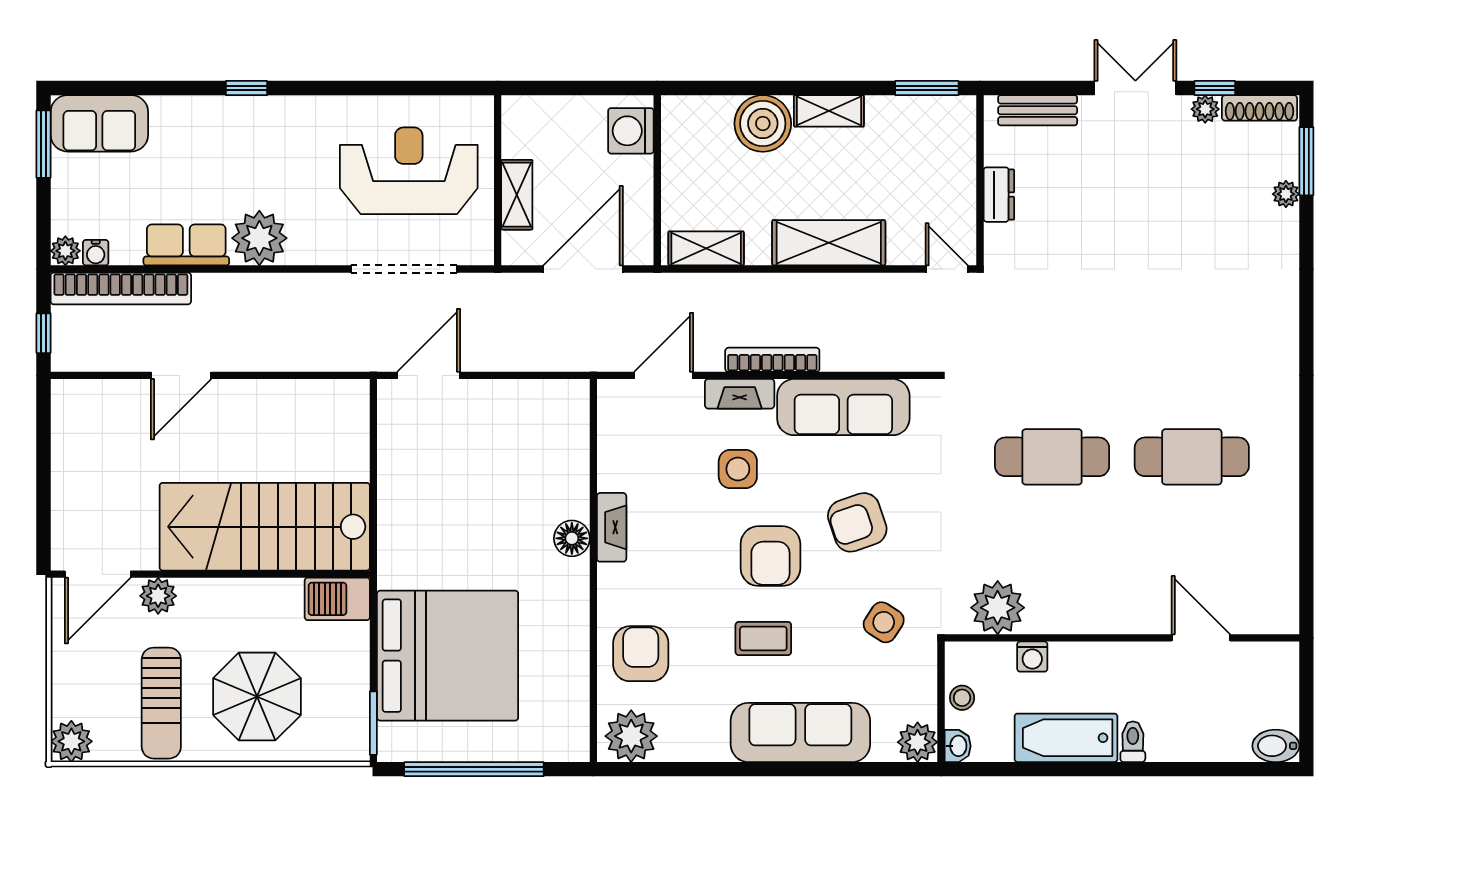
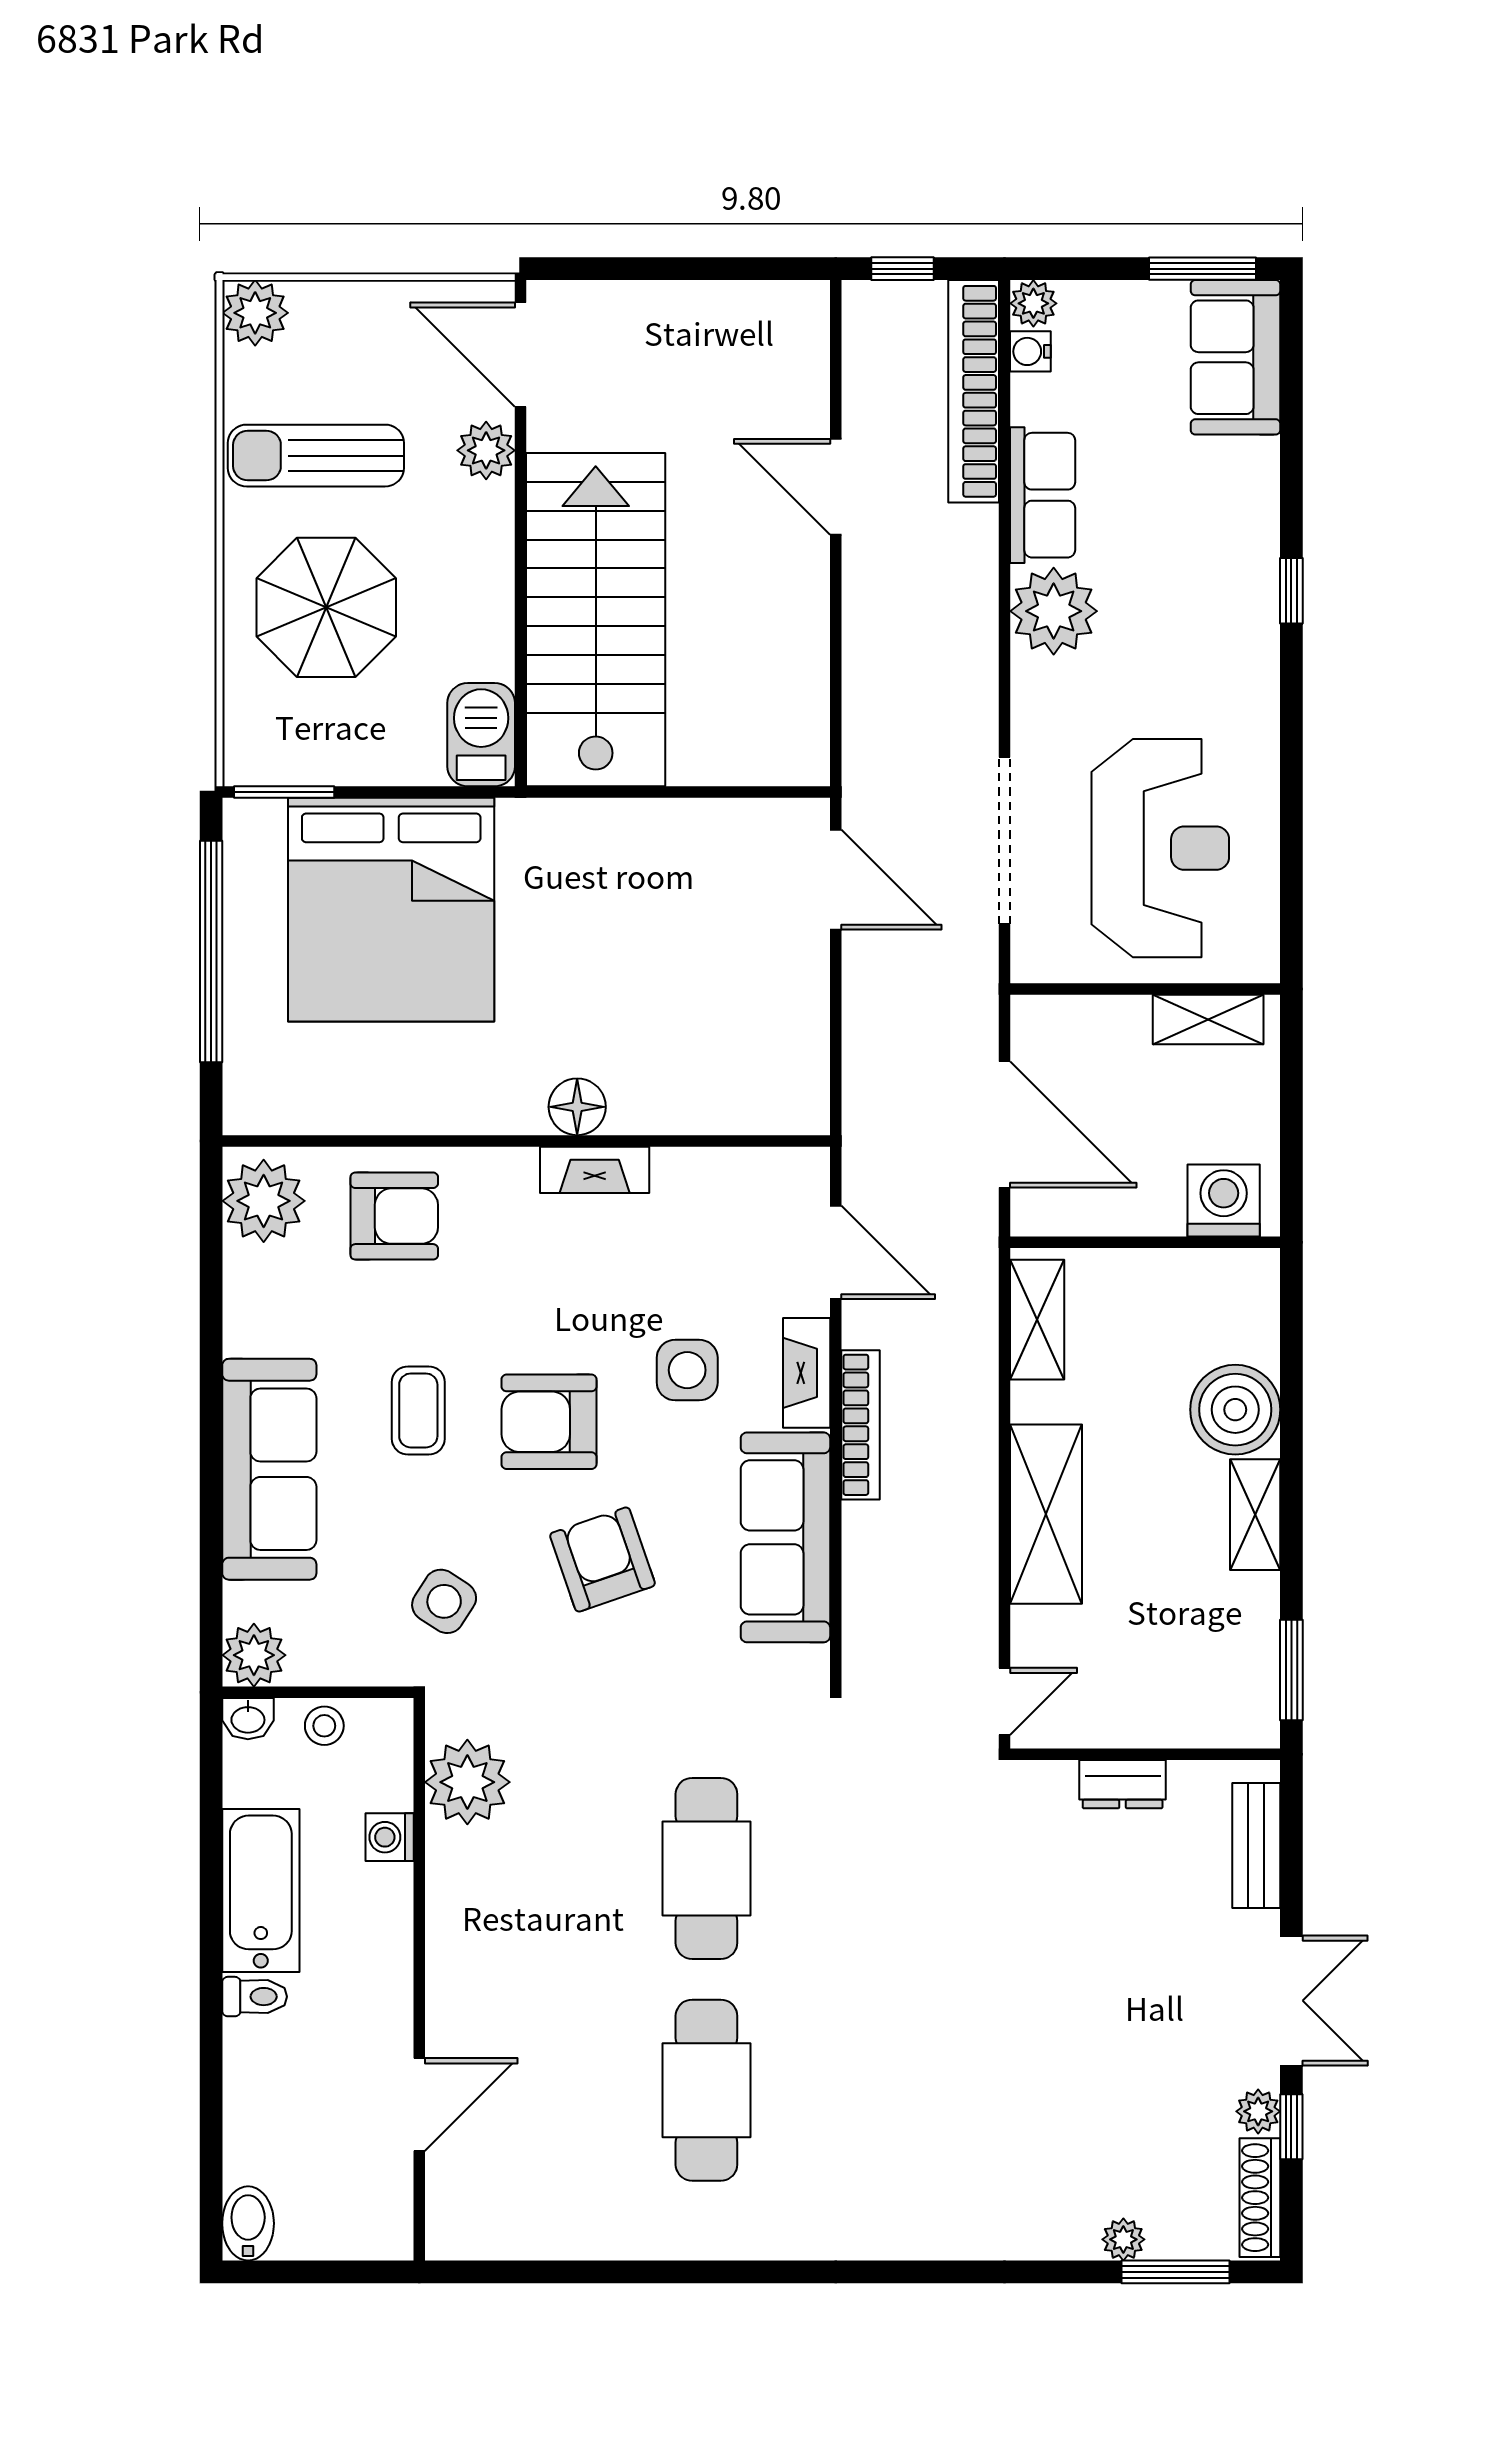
shelving: (517, 195) -> (1208, 1019), moved

